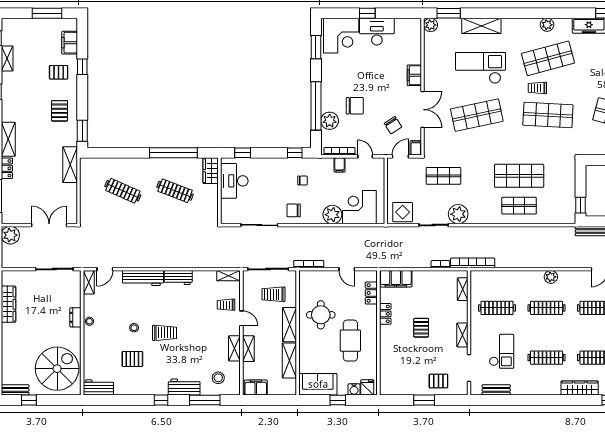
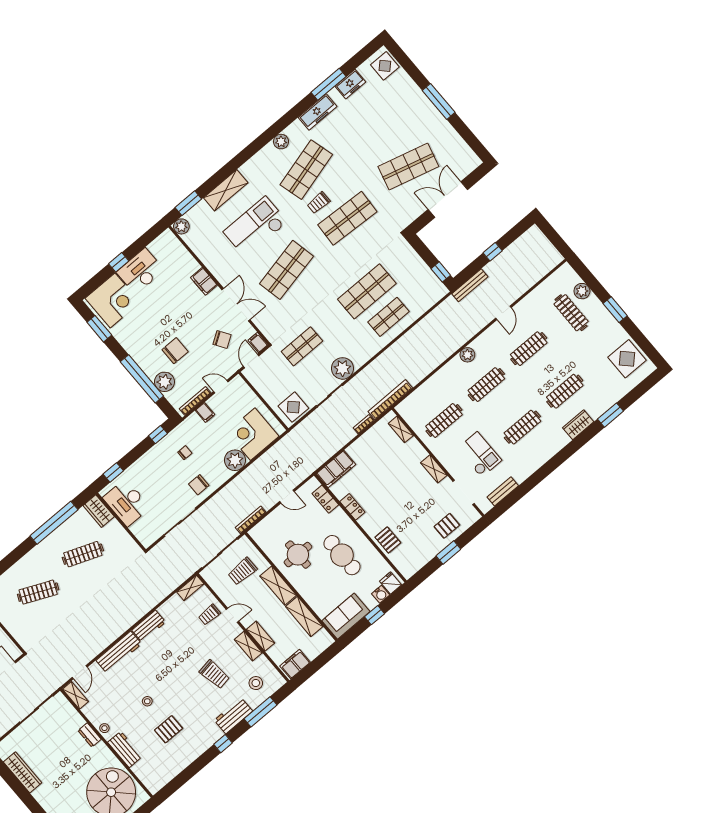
pallet: (421, 328) -> (388, 540), moved
trolley: (165, 333) -> (214, 674), moved, turned 81
workbench: (98, 387) -> (125, 749), moved, turned 90
wardrobe: (580, 388) -> (578, 425), width x0.67

